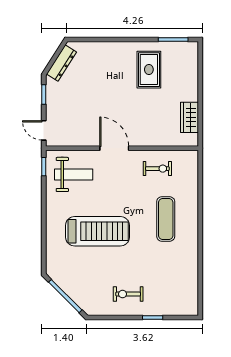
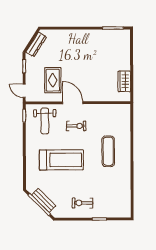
rug: (149, 70) -> (53, 80), moved
exercise bike: (157, 169) -> (76, 126), moved
weight bench: (74, 174) -> (45, 121), turned 90
bench: (72, 290) -> (44, 200), added

